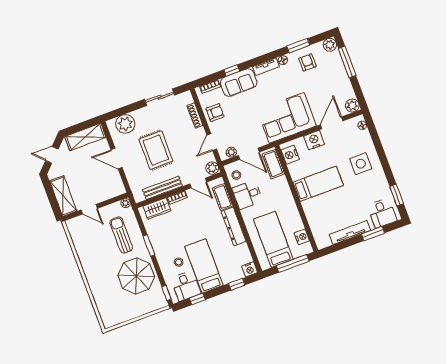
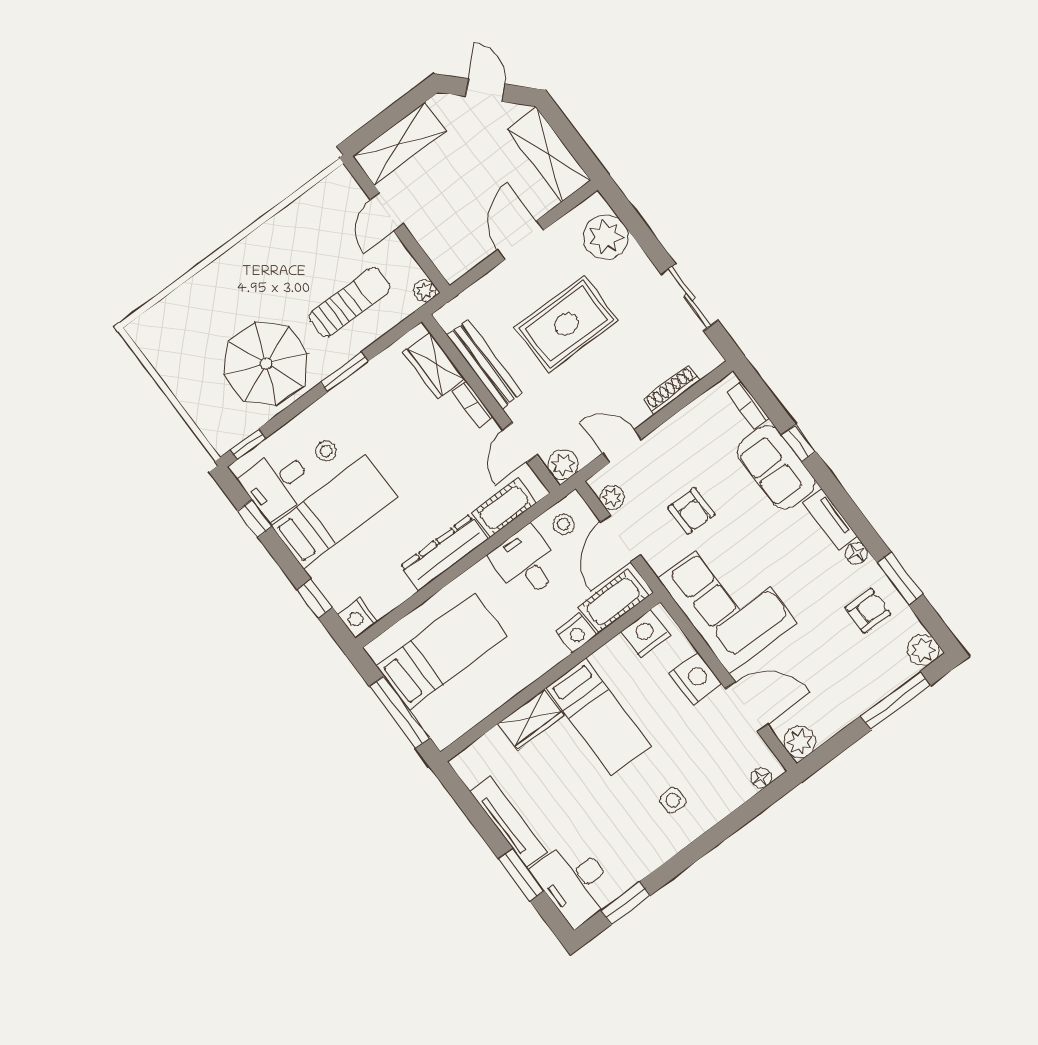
armchair: (215, 113) -> (691, 511), moved
side table: (361, 164) -> (673, 800), width x0.54, depth x0.54
wardrobe: (311, 211) -> (531, 720), added
desk: (382, 213) -> (575, 882), width x1.37
nightstand: (302, 237) -> (576, 633), moved

